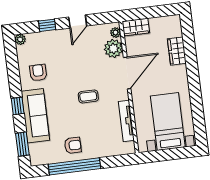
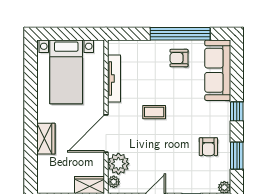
wardrobe: (177, 51) -> (46, 139), moved
sofa: (35, 116) -> (218, 70), moved
window: (22, 144) -> (237, 156), moved

